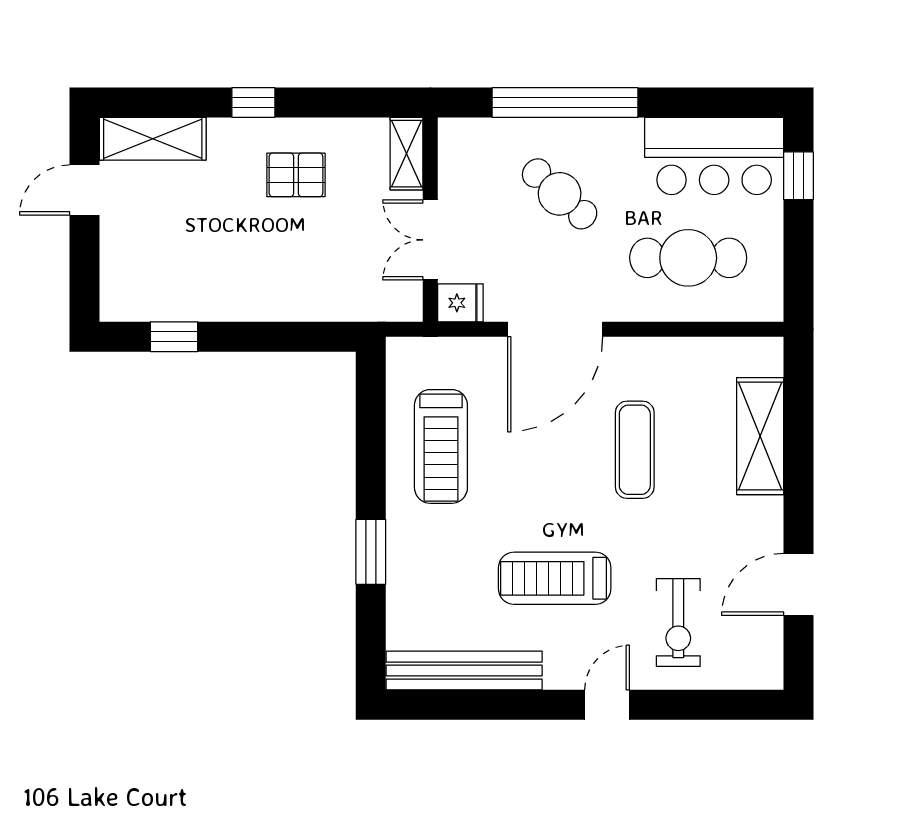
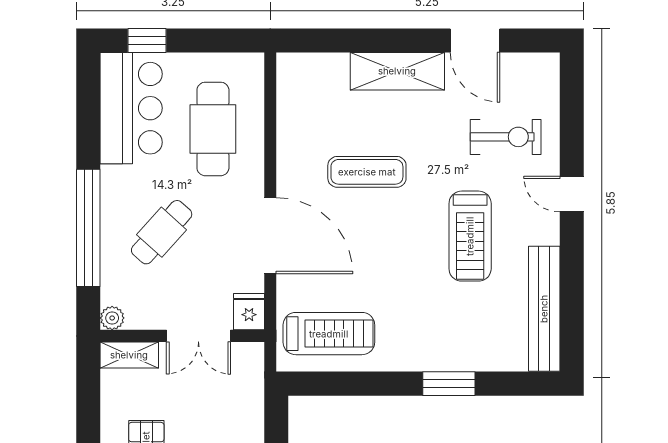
plant: (453, 132) -> (112, 318), added
shelving: (760, 436) -> (397, 71), moved
treadmill: (441, 446) -> (329, 334), moved

